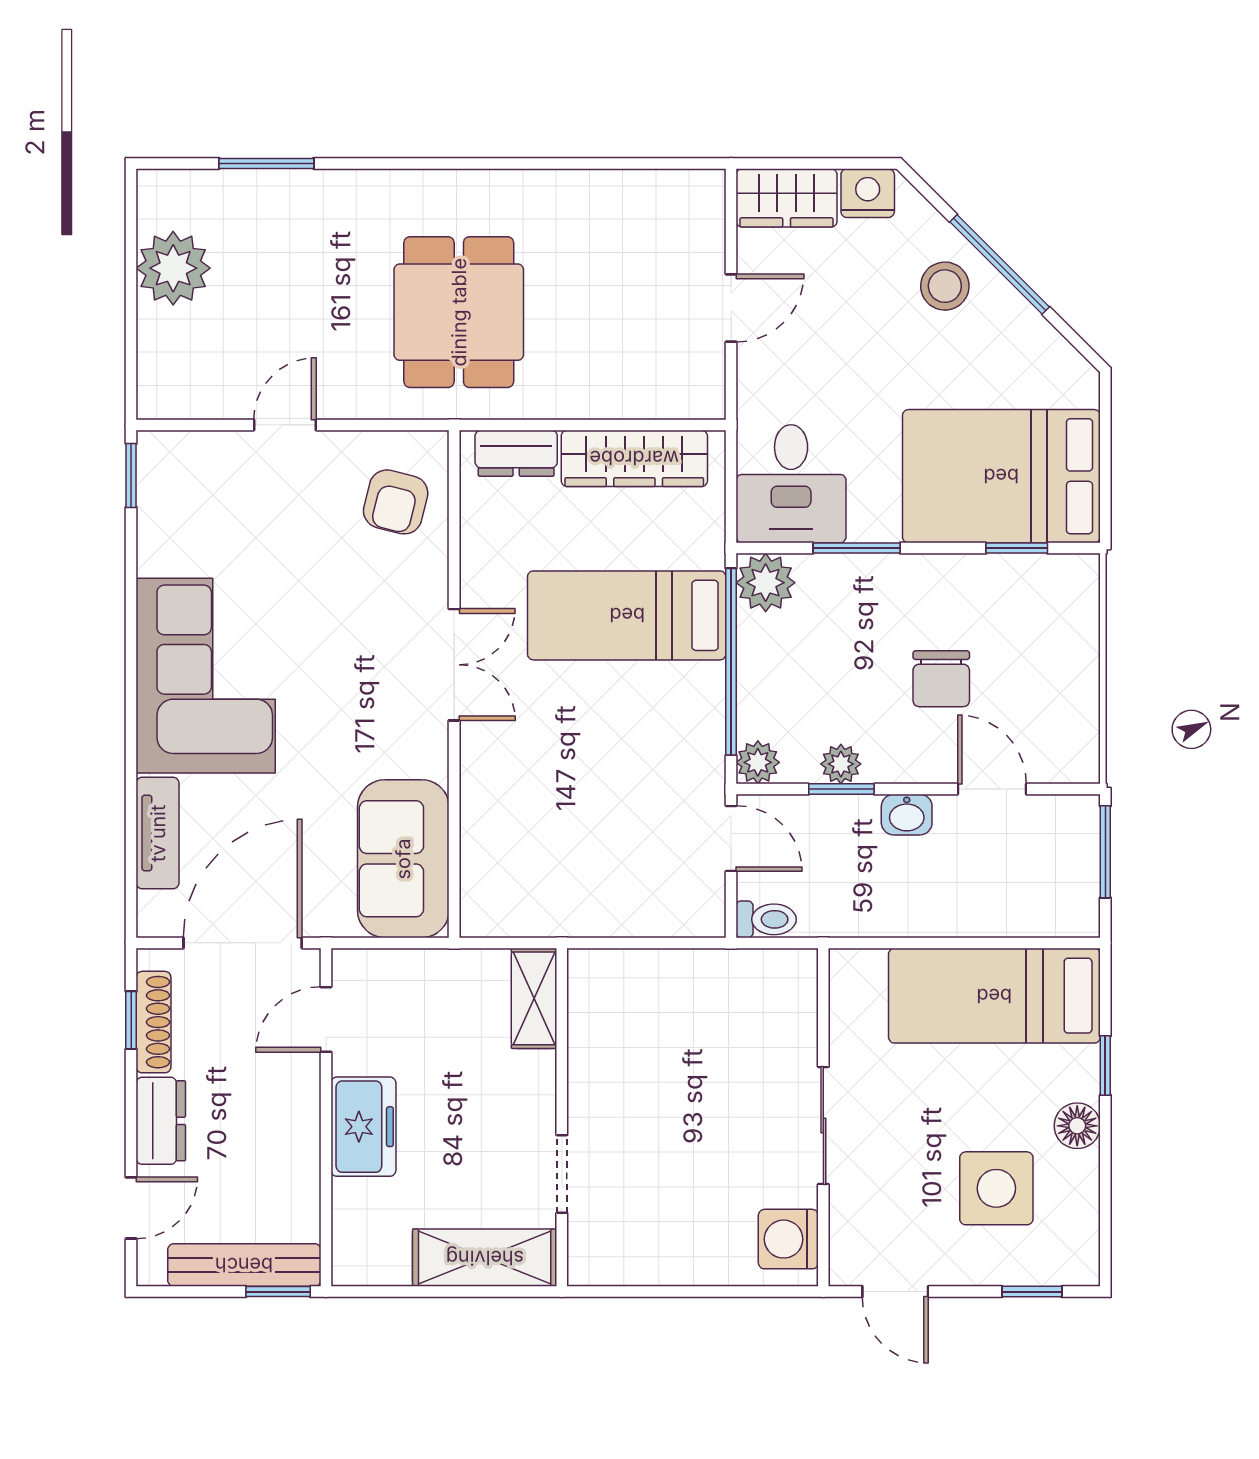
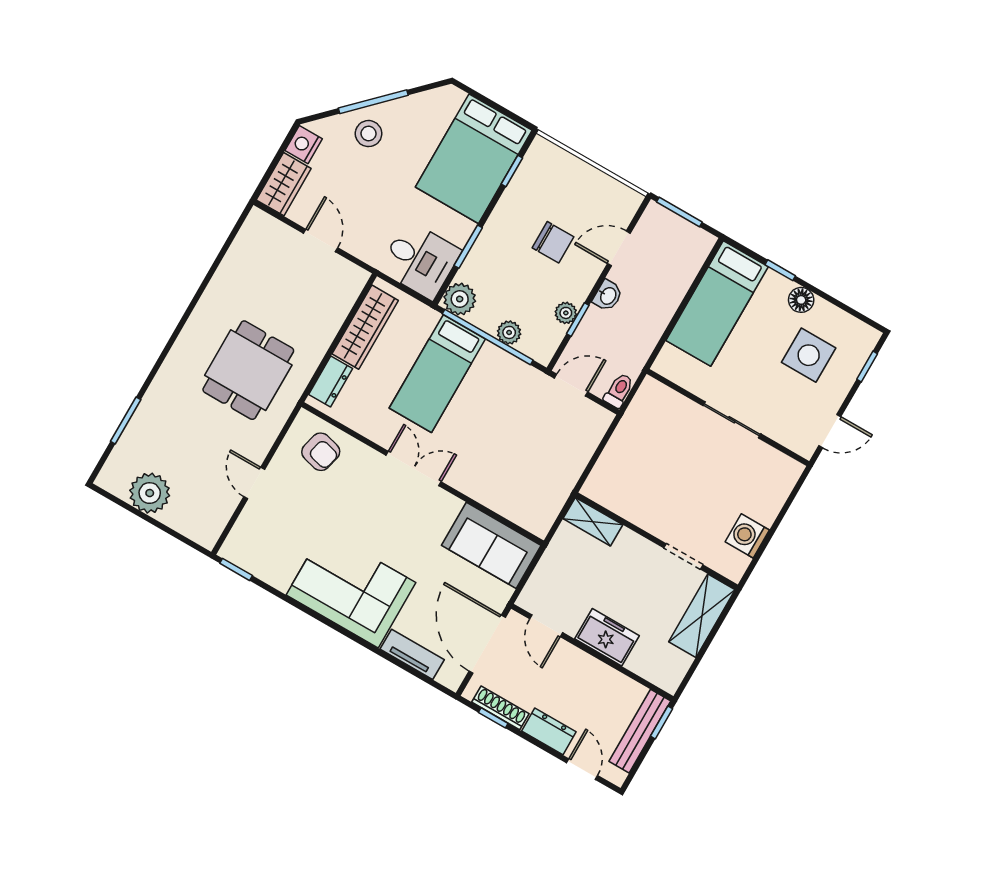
dining table: (459, 312) -> (248, 370), turned 90
plant: (758, 762) -> (509, 332), moved
washing machine: (788, 1239) -> (747, 536), moved, turned 90

